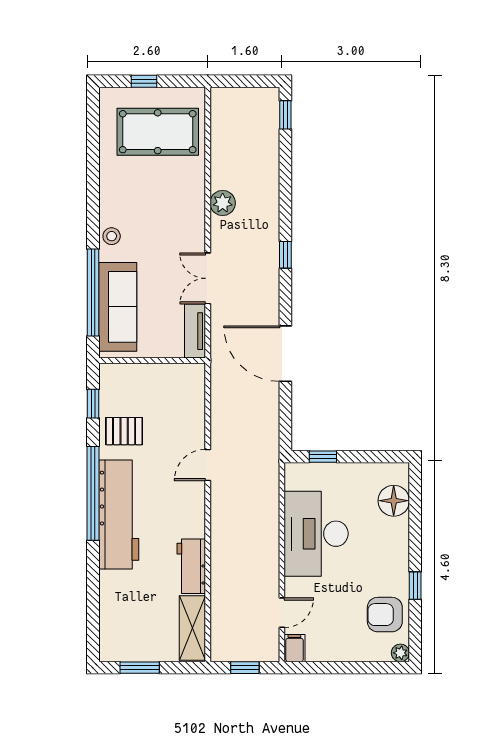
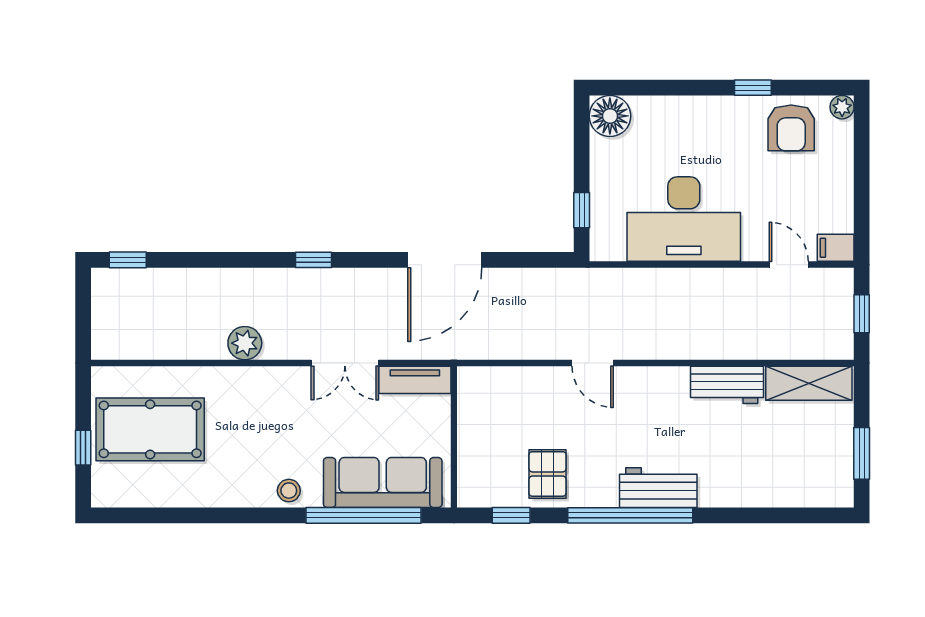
pool table: (158, 132) -> (150, 429), turned 90
floor lamp: (394, 501) -> (610, 116), moved
workbench: (119, 514) -> (658, 488), width x0.53, depth x0.76

